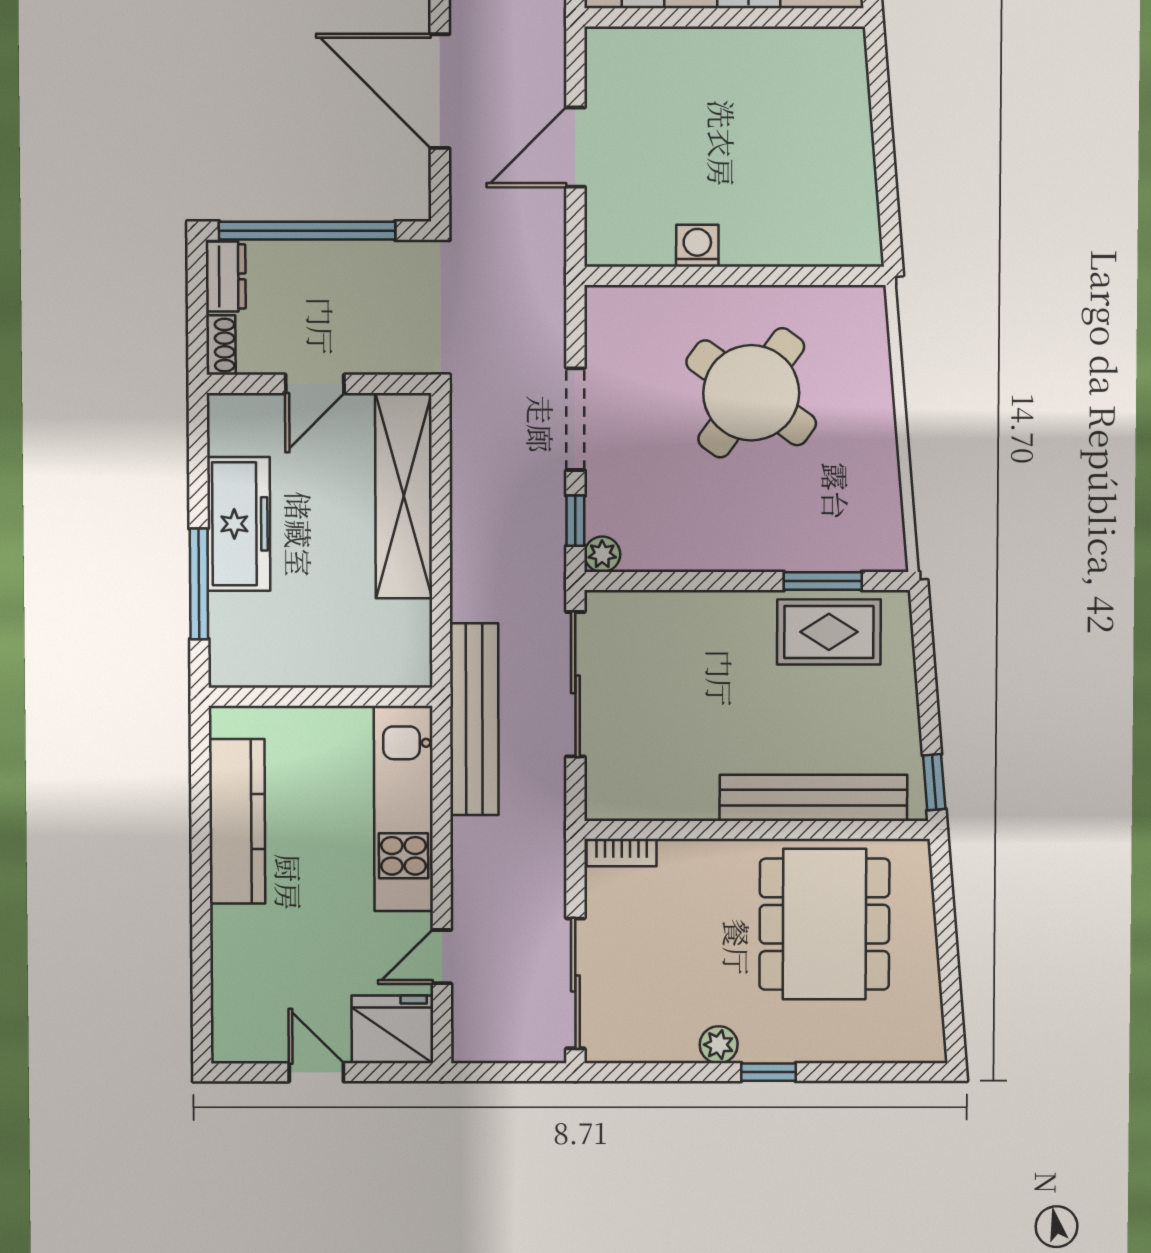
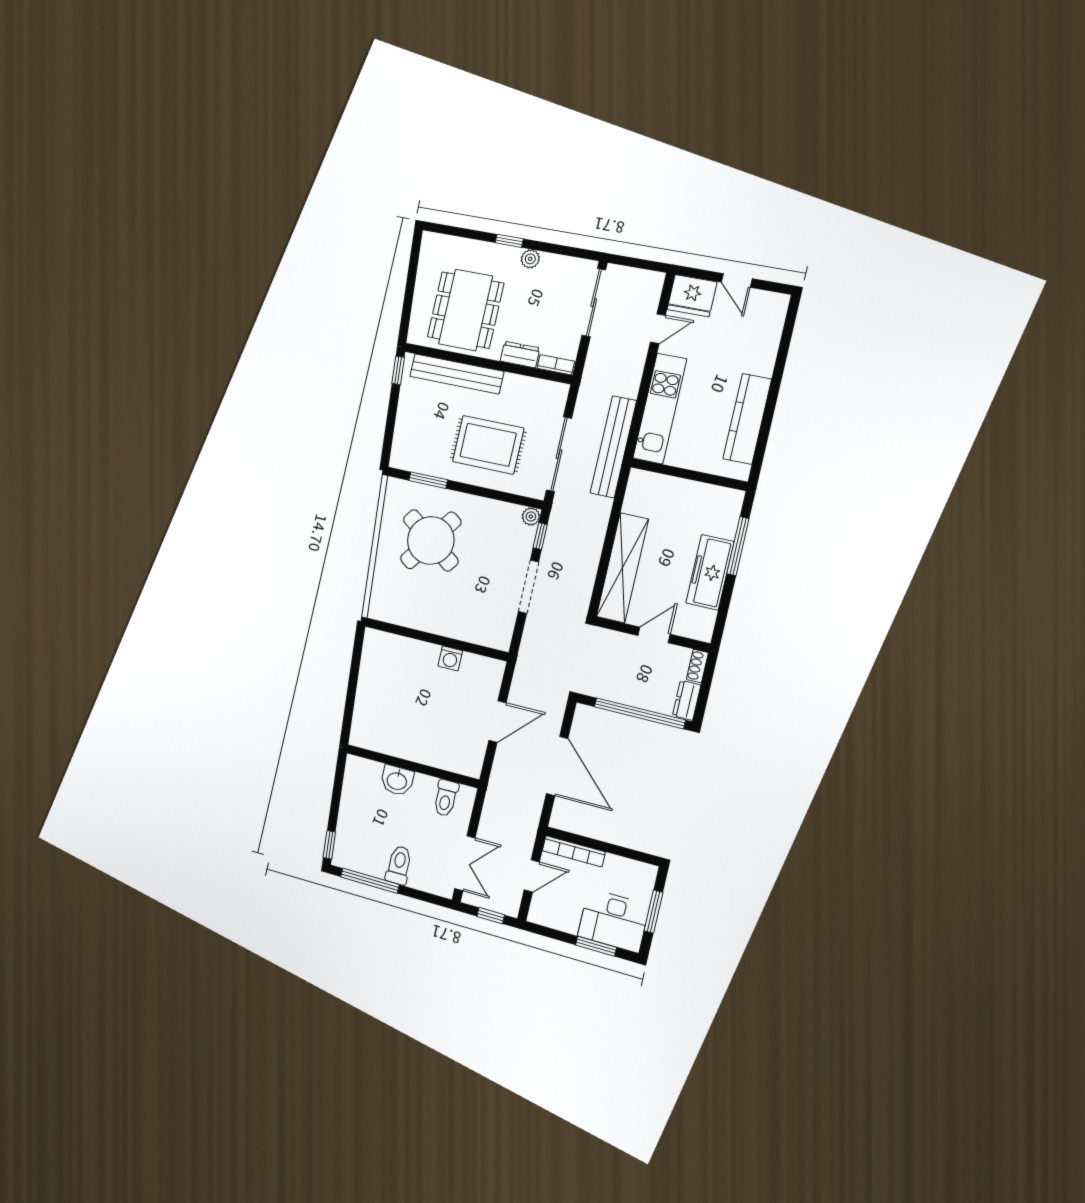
round table: (751, 393) -> (431, 540), moved
rug: (829, 632) -> (488, 445), moved, width x1.36, depth x1.43
dresser: (696, 859) -> (520, 355), added

